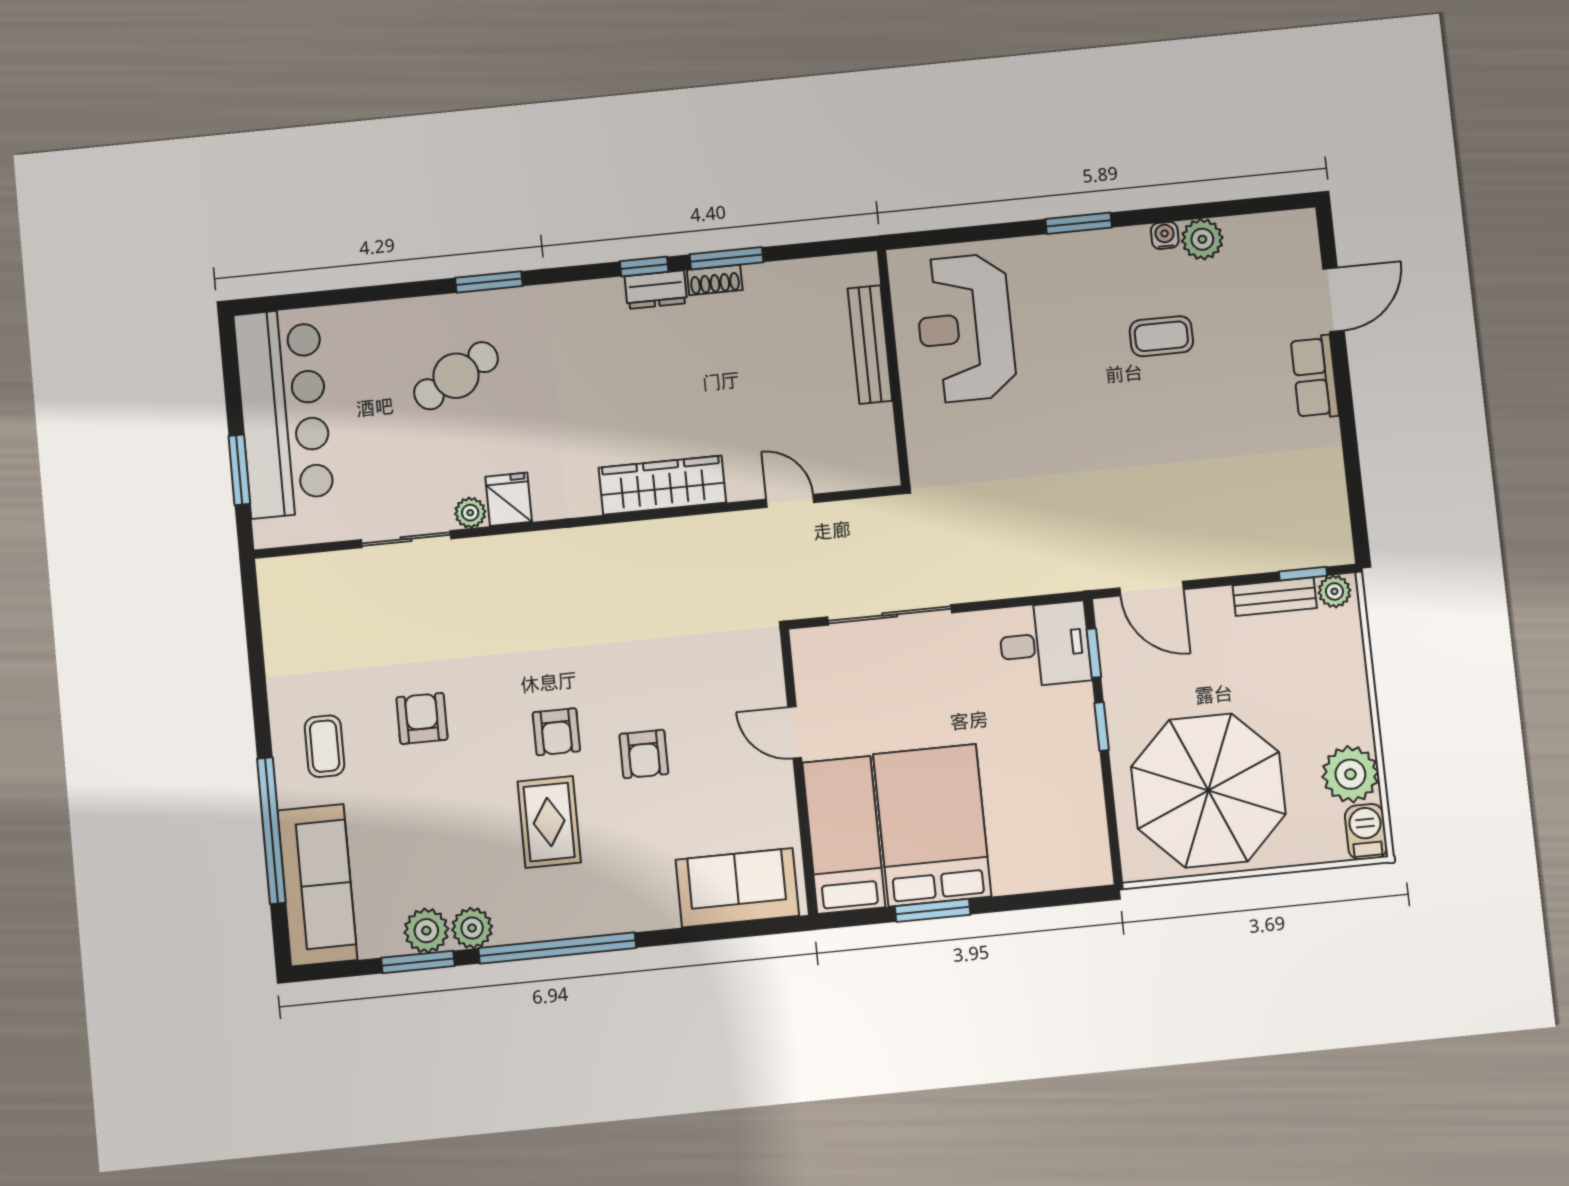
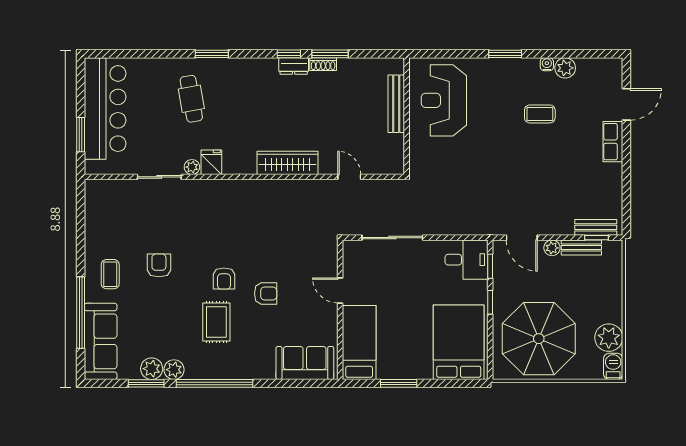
cafe table: (456, 376) -> (191, 99), turned -71
bench: (1299, 553) -> (596, 227), added
plant: (1334, 591) -> (552, 248), moved
armchair: (644, 754) -> (266, 294), turned -90
bed: (932, 825) -> (459, 342), moved

